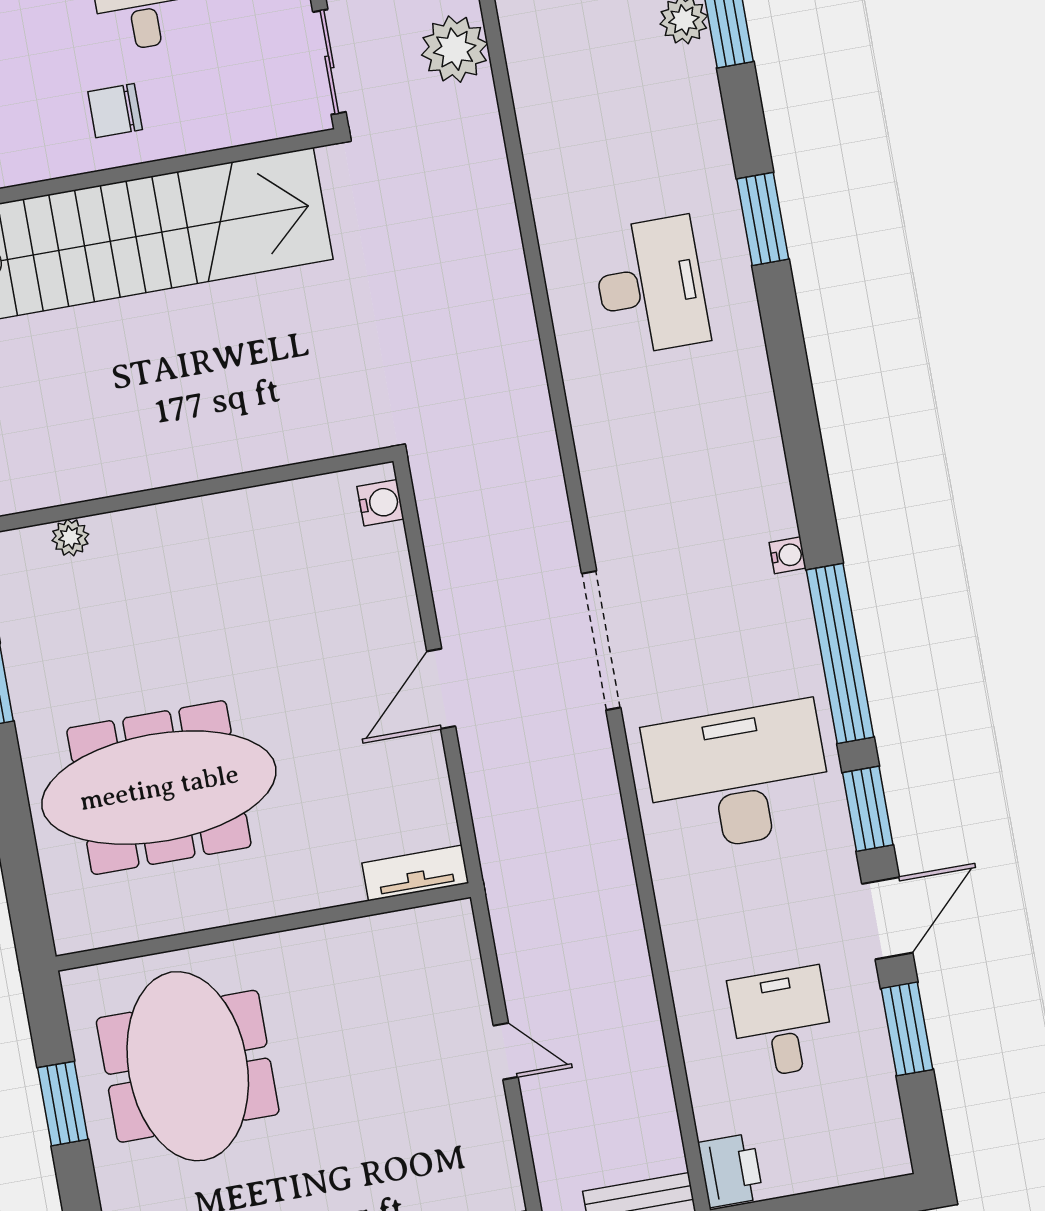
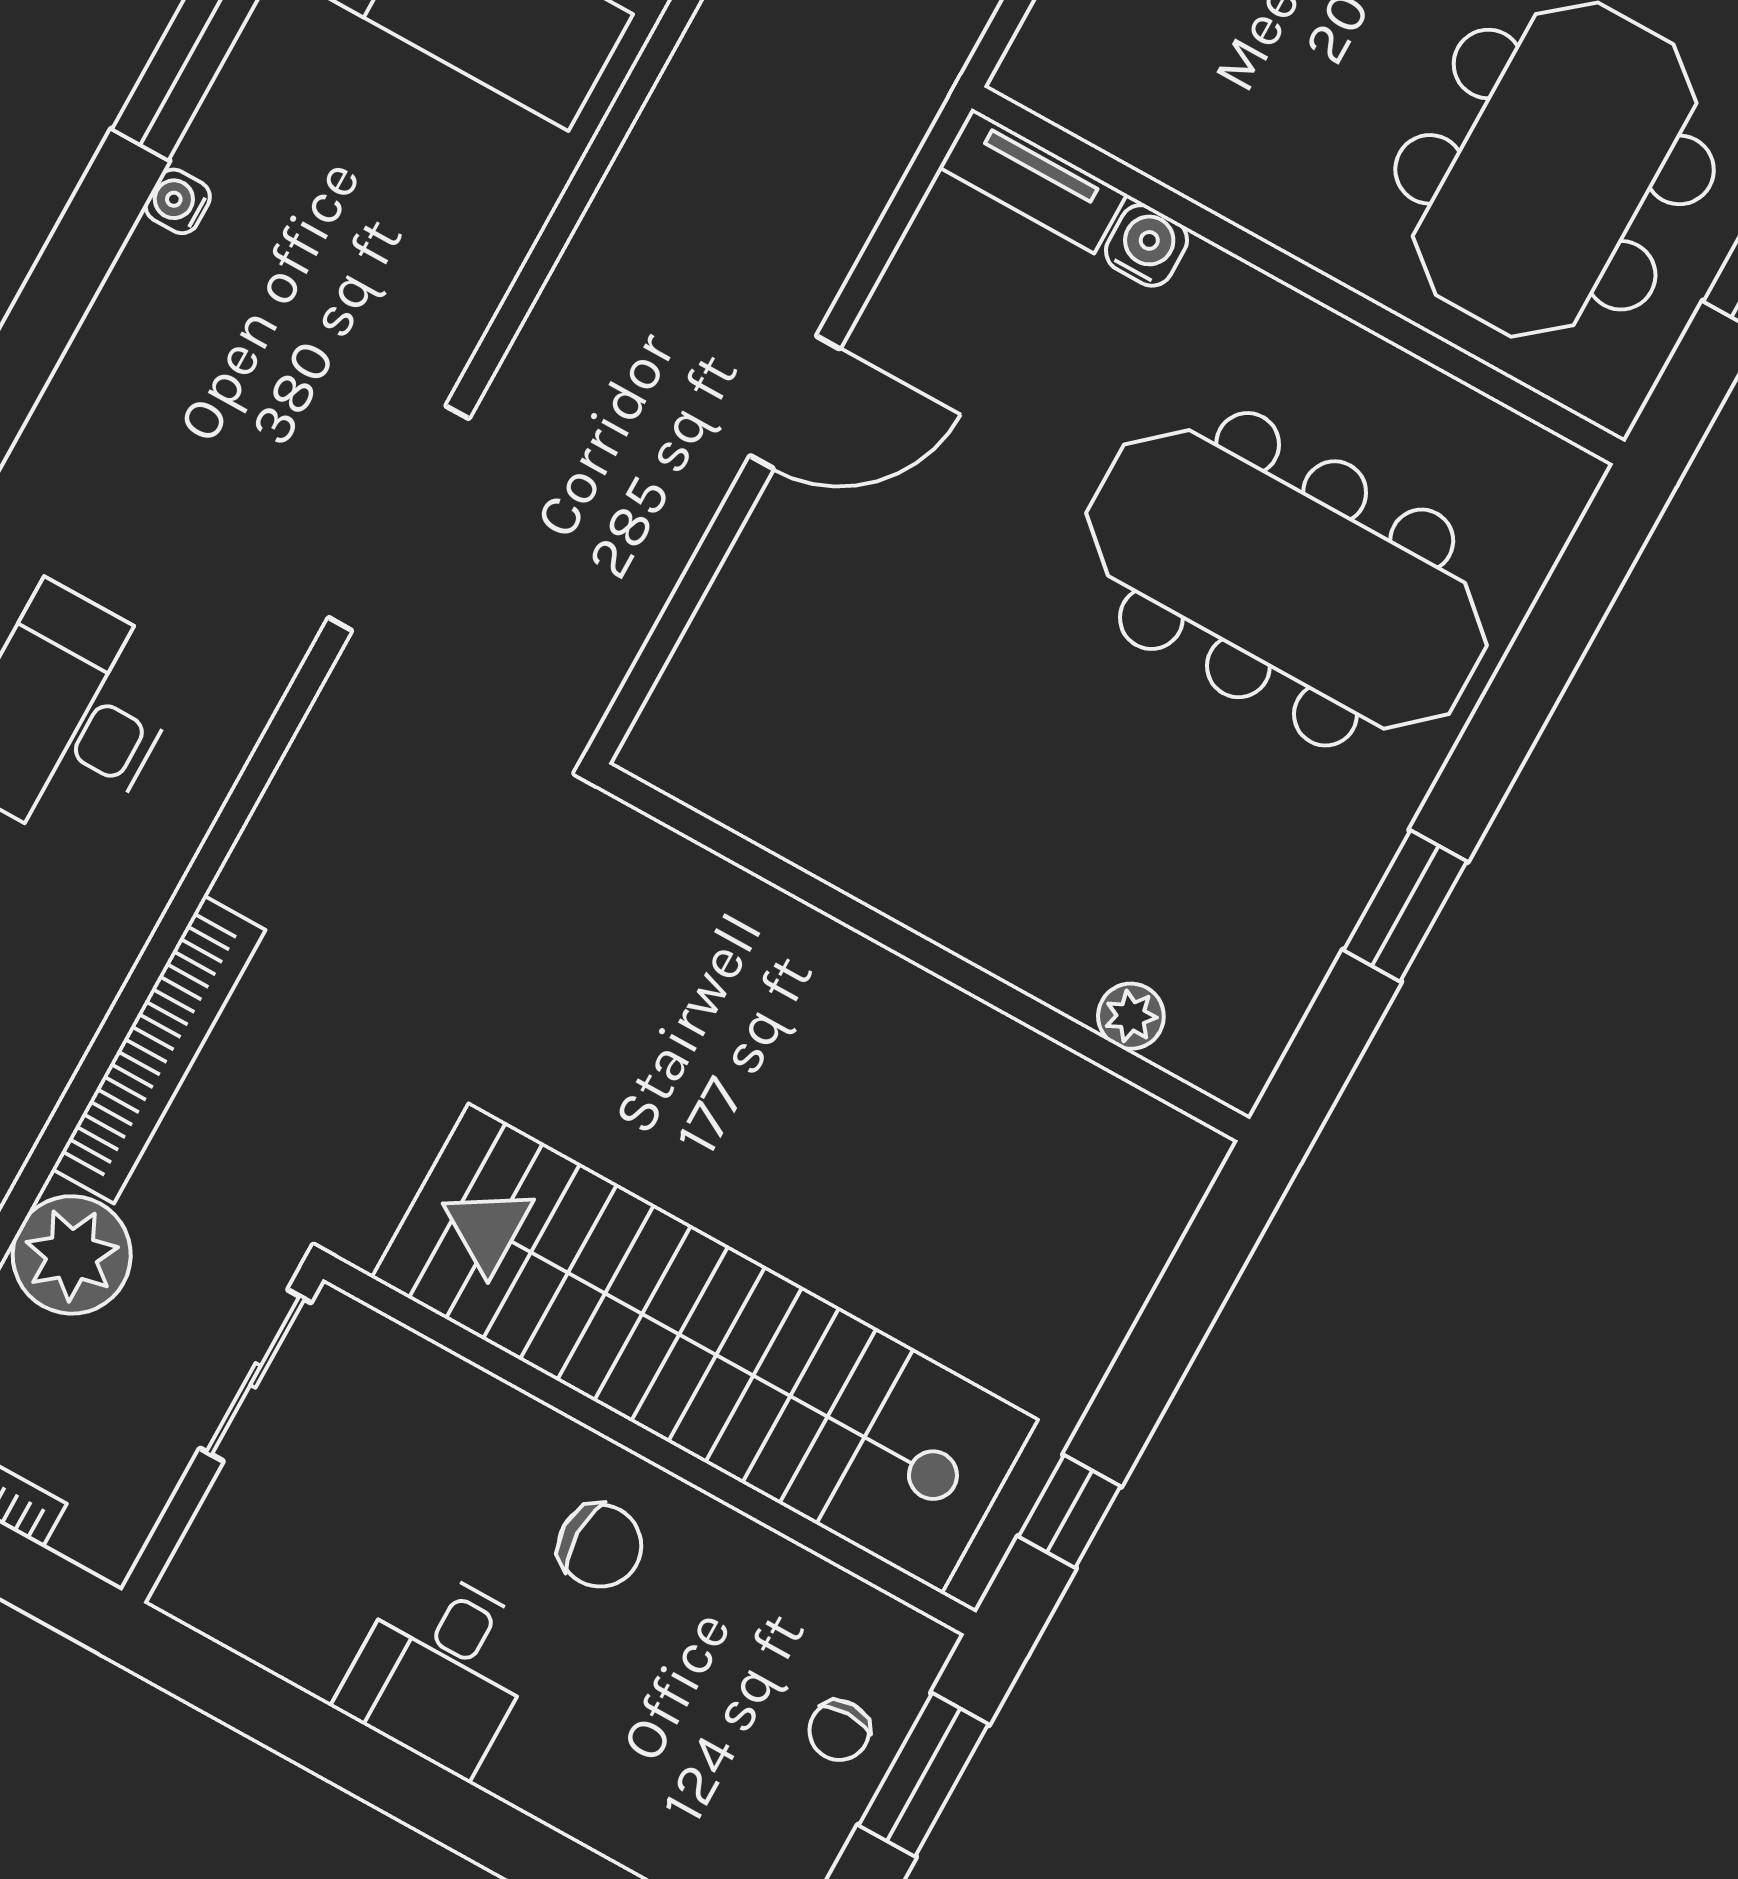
bookcase: (490, 172) -> (159, 1050), added
water cooler: (380, 503) -> (1147, 245), moved, turned 90
doorway: (601, 641) -> (399, 518), moved

